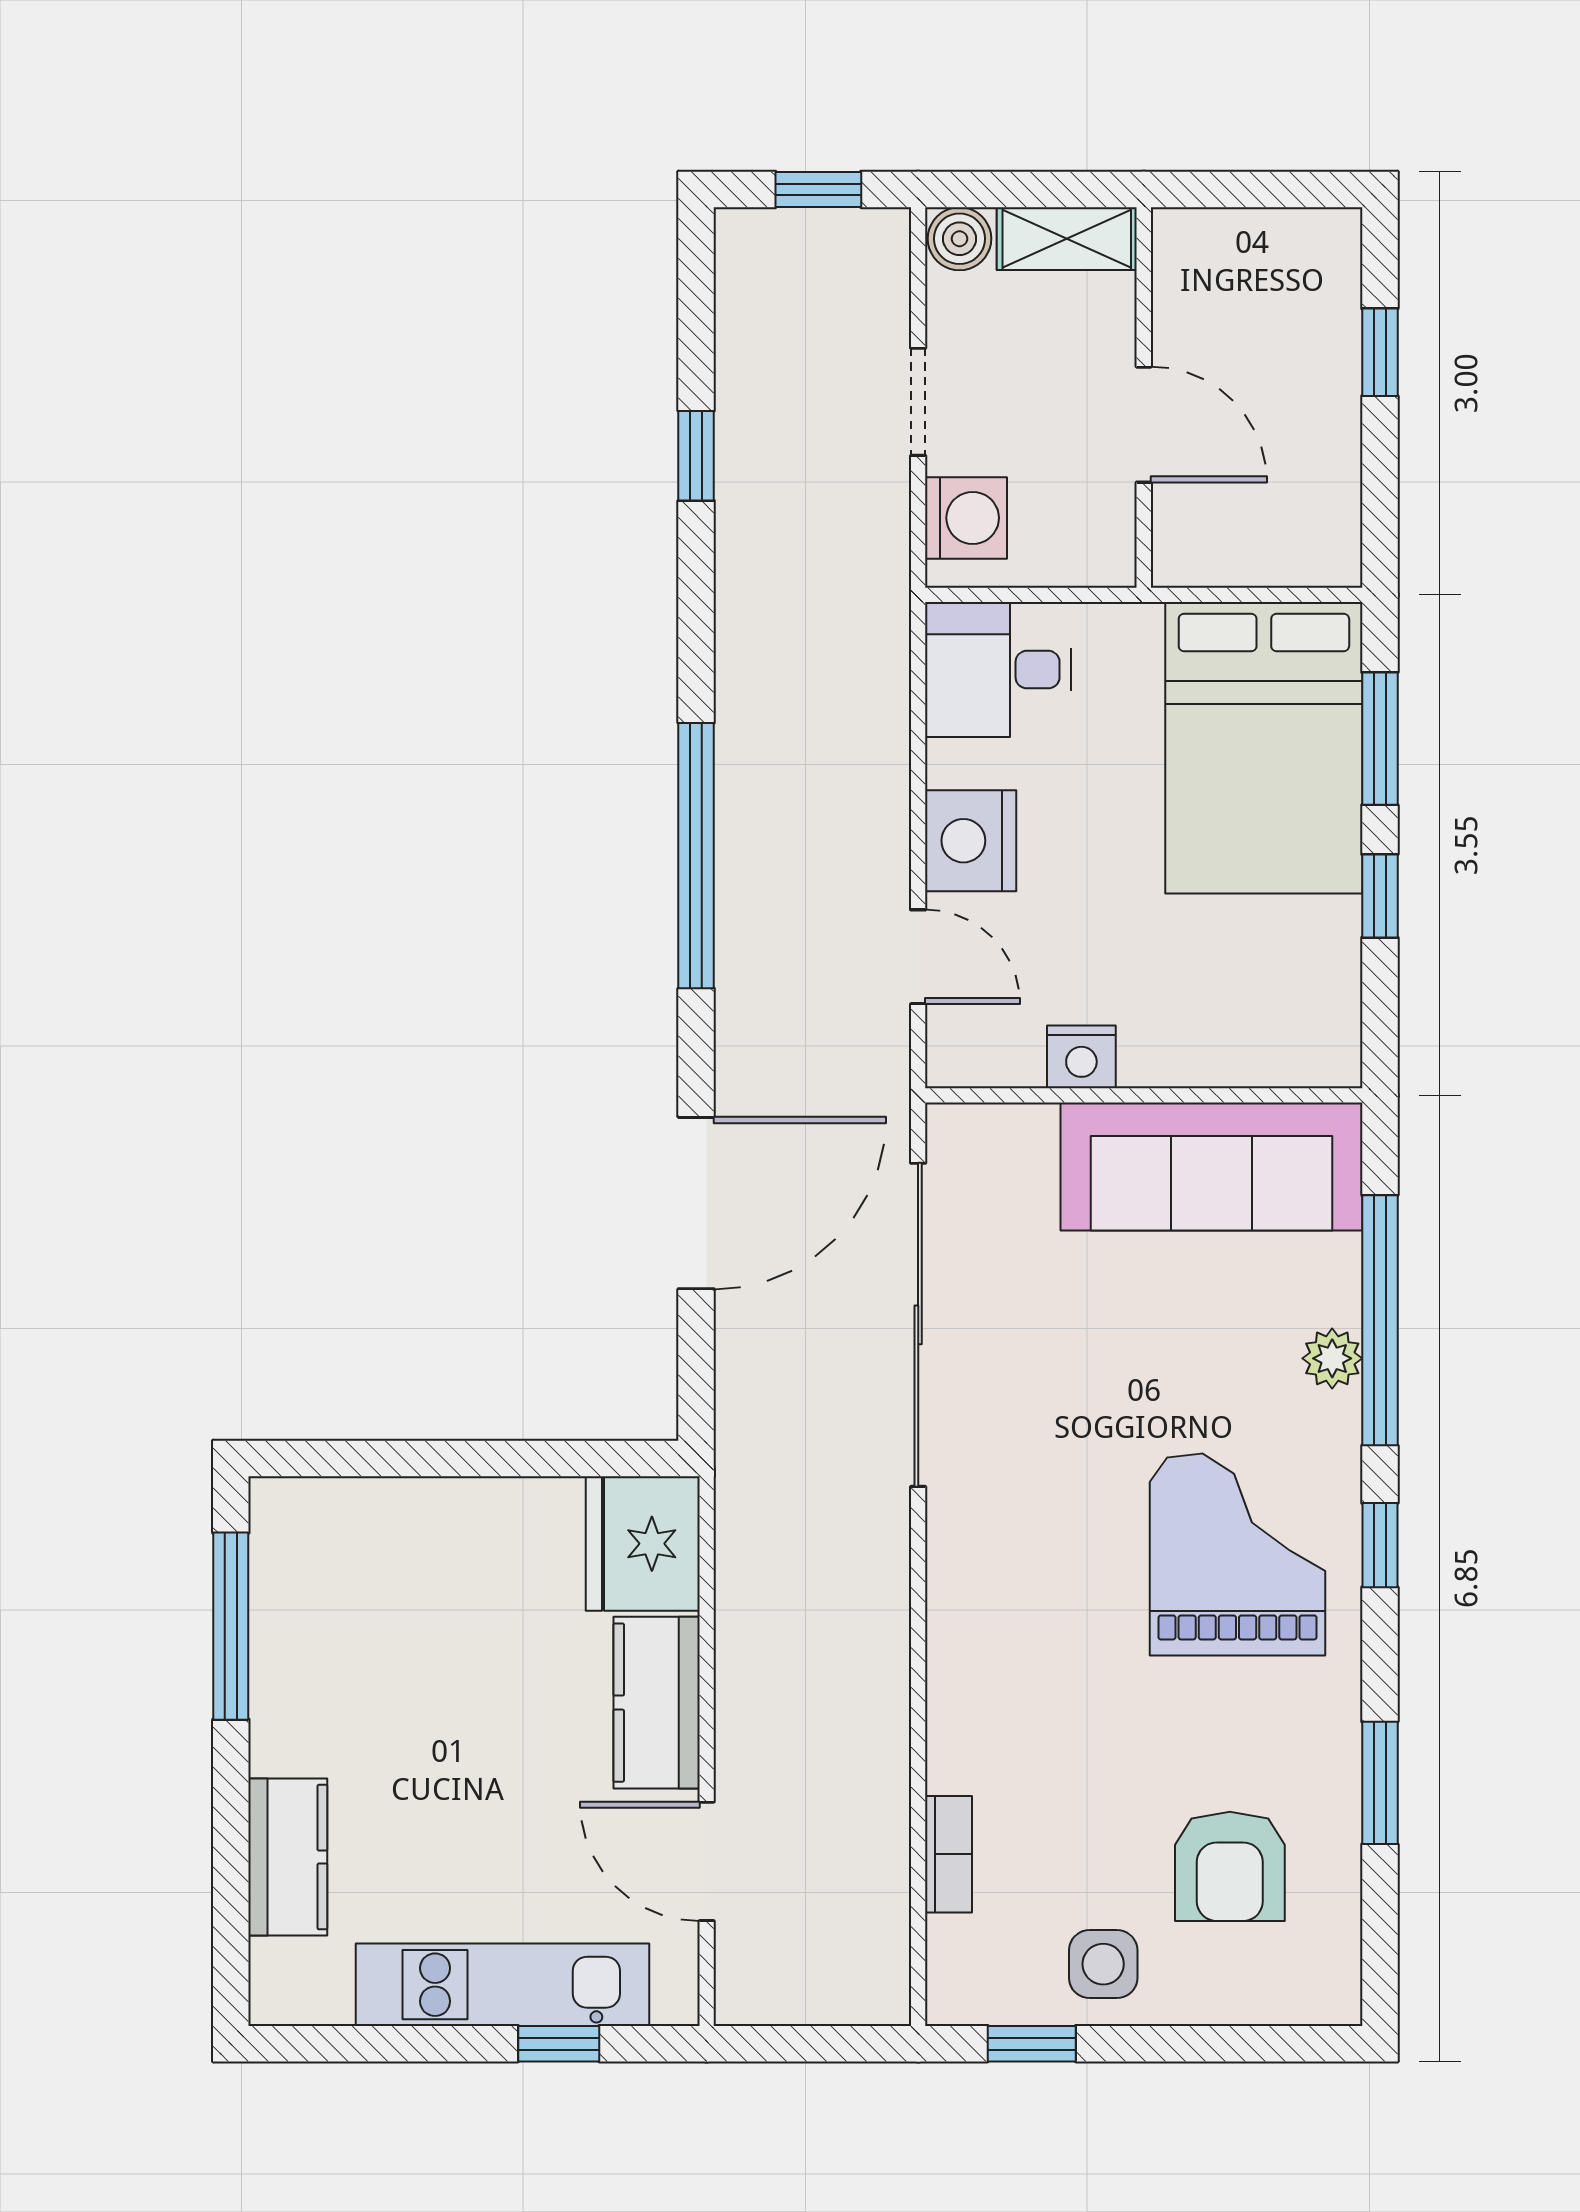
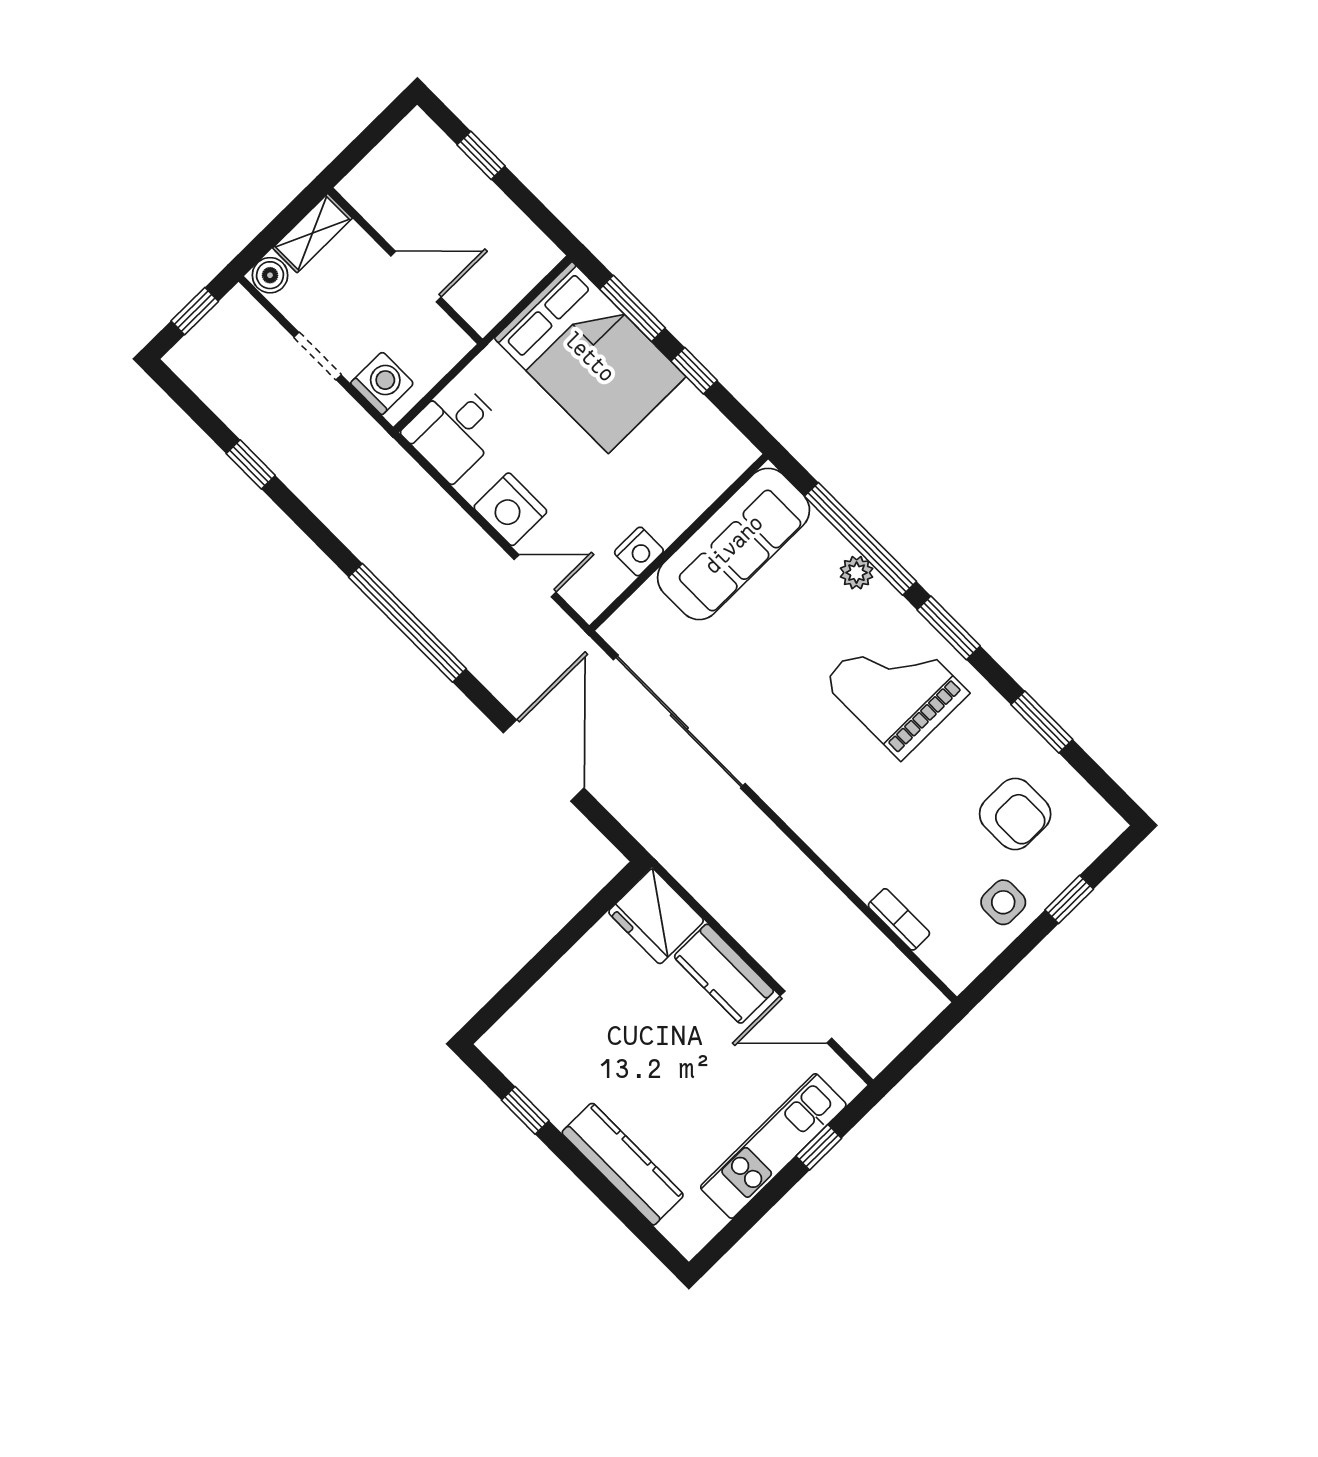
window: (1380, 1545) -> (949, 628), width x1.50
window: (231, 1626) -> (525, 1110), width x0.46
kitchen counter: (288, 1857) -> (623, 1164), width x1.50
window: (1032, 2044) -> (1069, 899), moved

